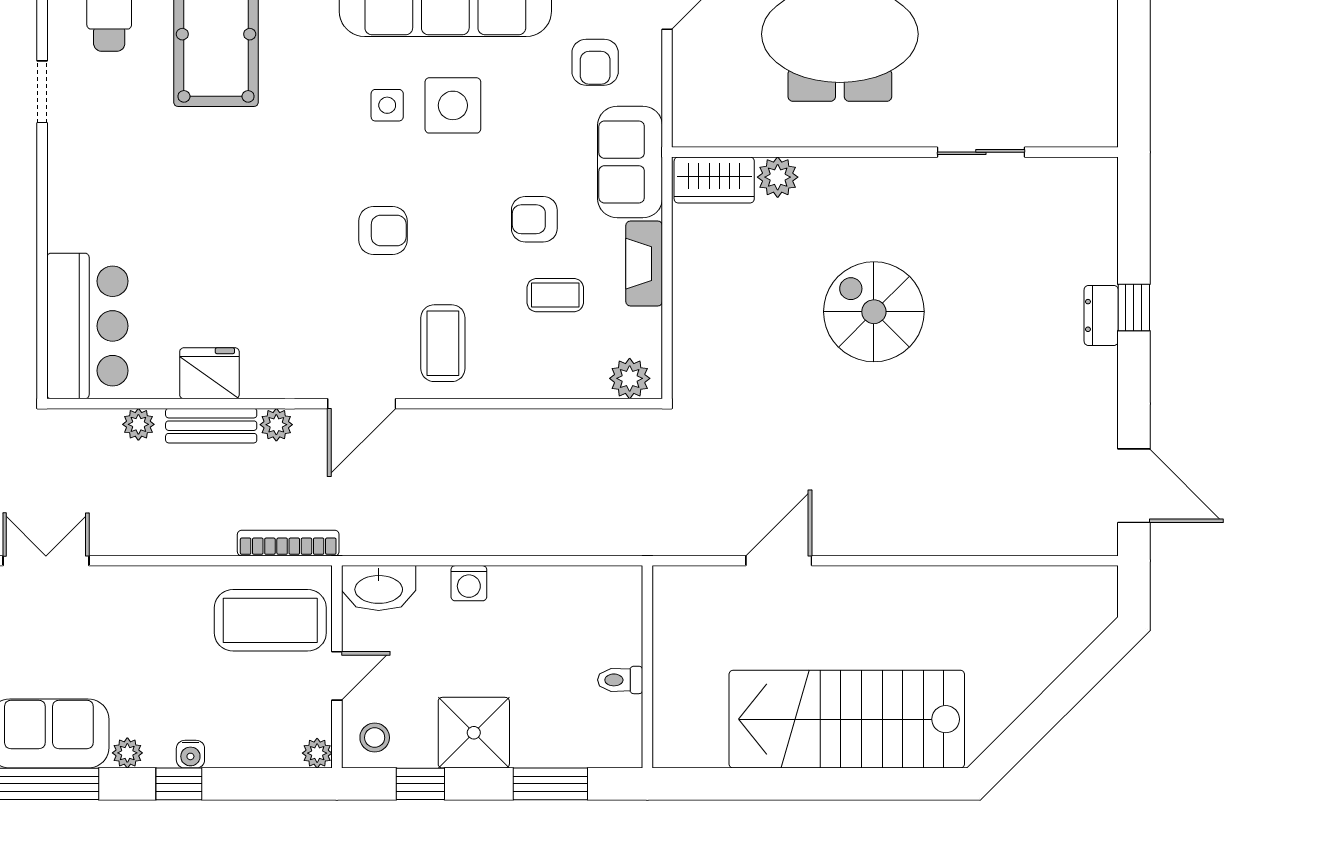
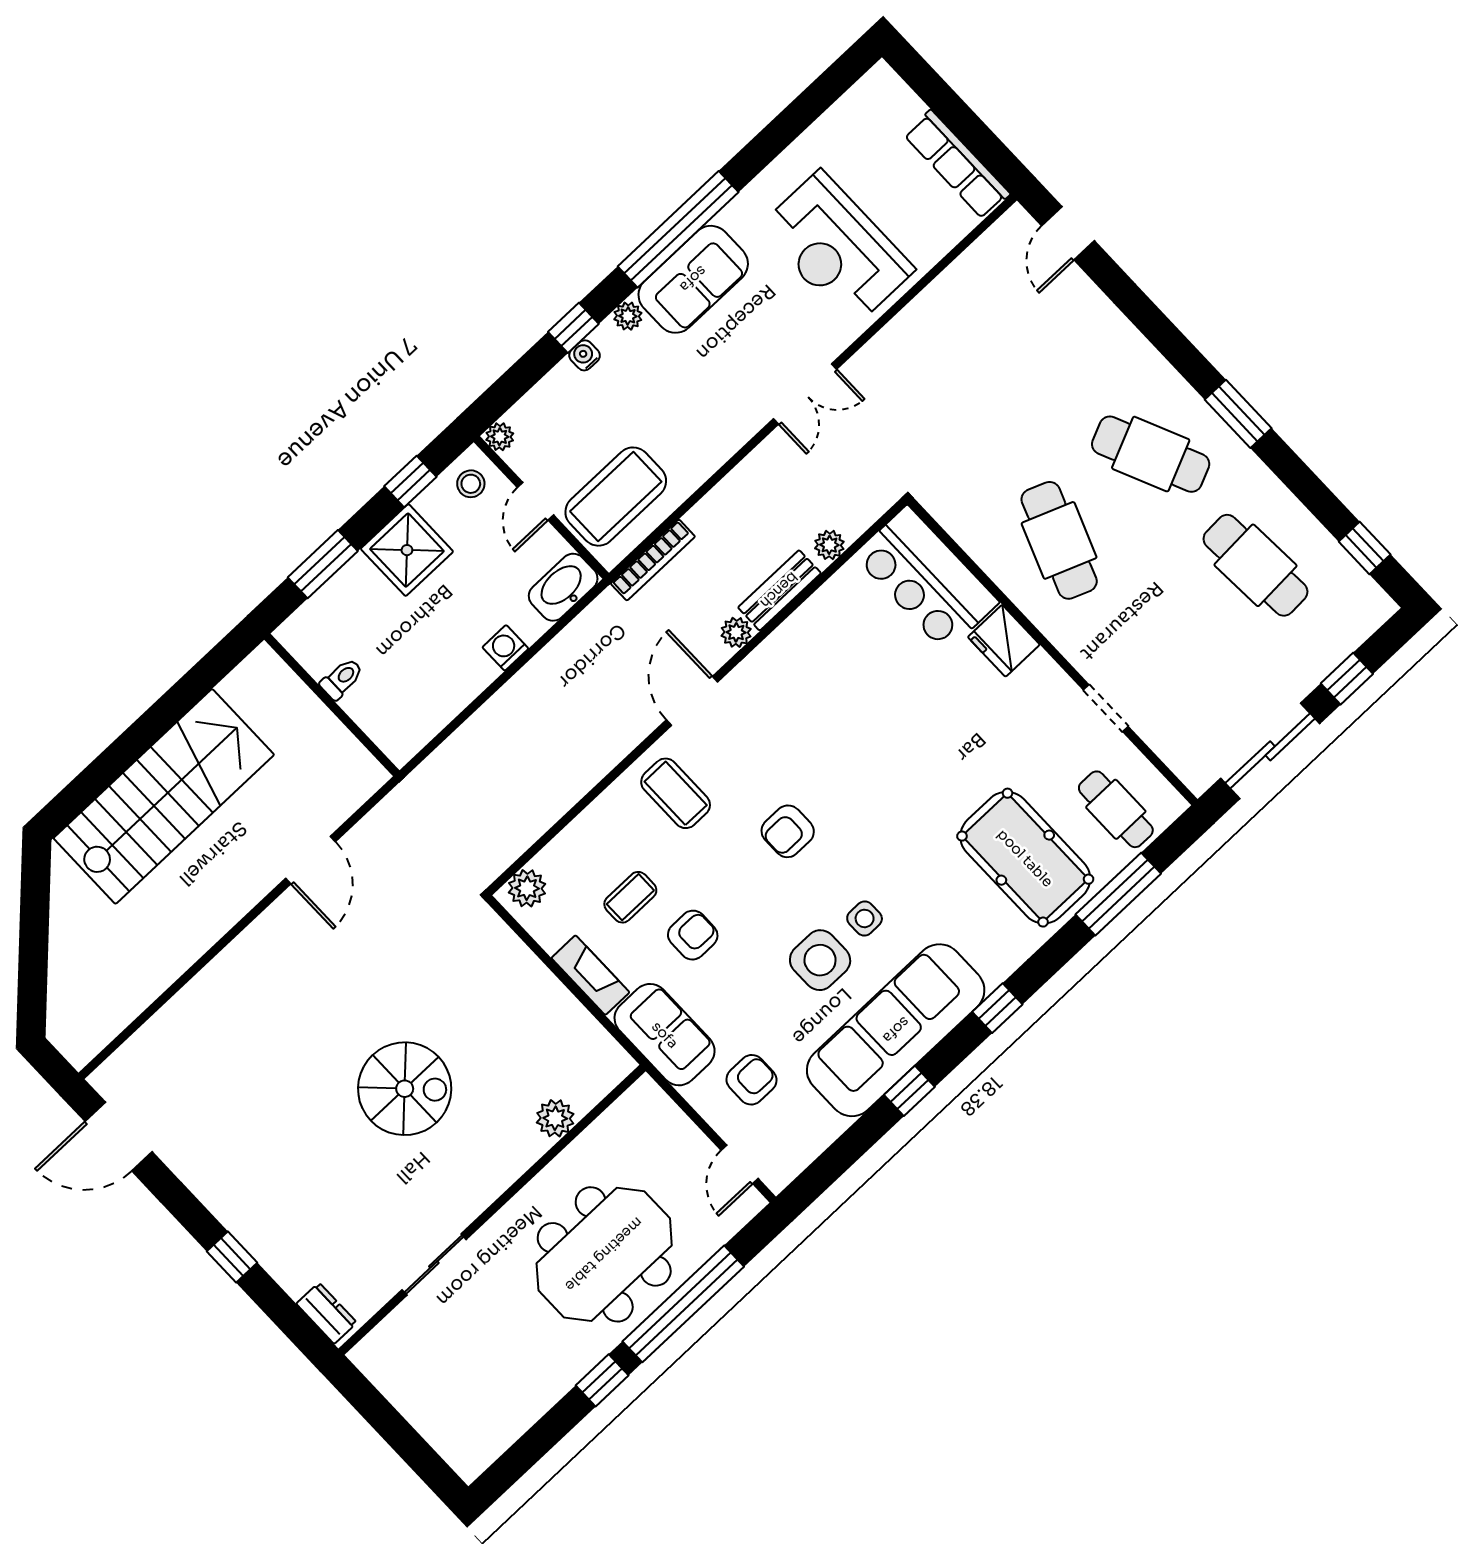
armchair: (595, 62) -> (752, 1080), turned 90
wardrobe: (714, 180) -> (596, 1076), removed
dresser: (1101, 315) -> (327, 1313), moved
fridge: (209, 373) -> (1004, 641), moved, turned 90

